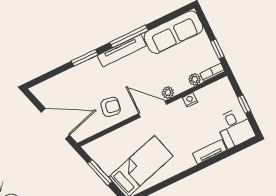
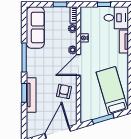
tv unit: (122, 51) -> (31, 95), moved

